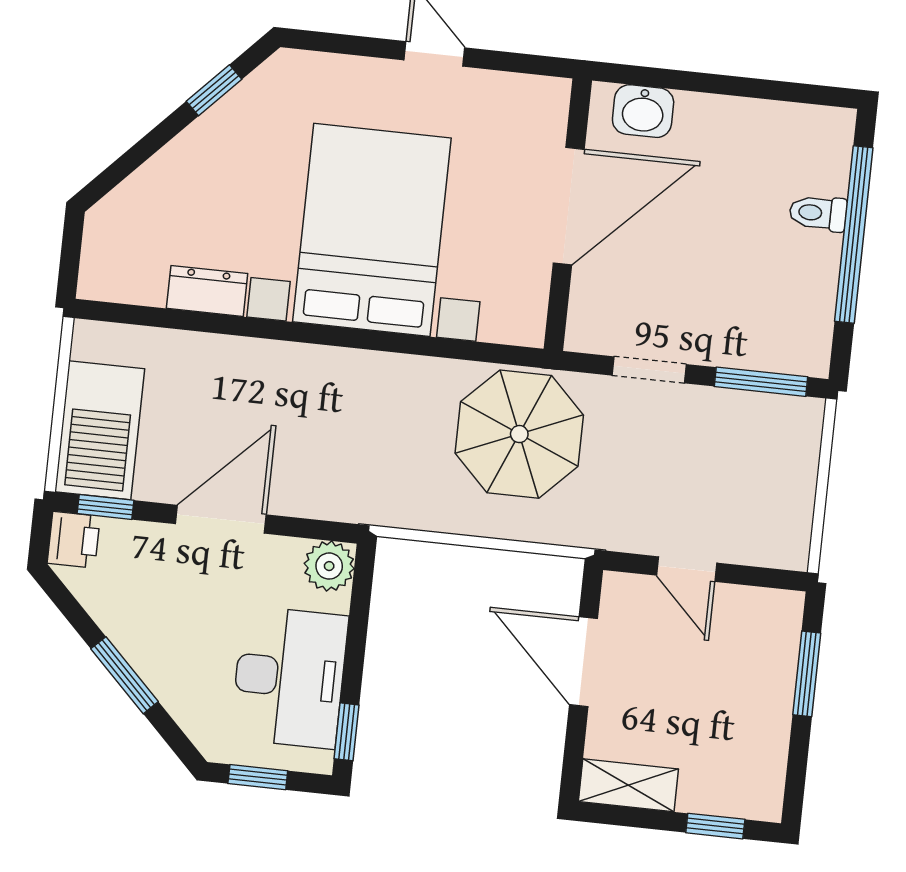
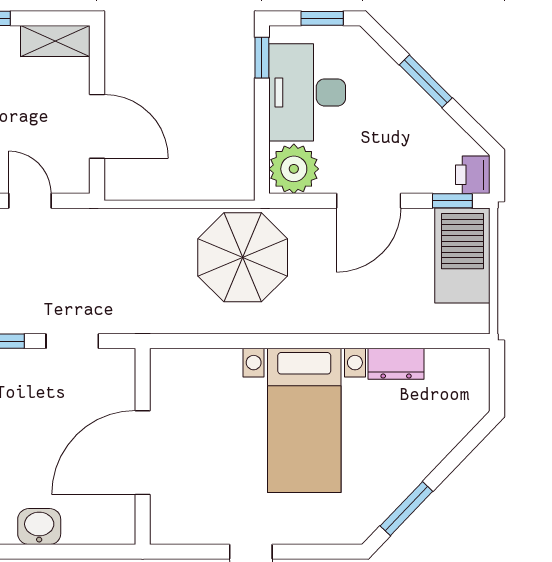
window: (214, 90) -> (406, 509), width x1.50
washbasin: (643, 111) -> (39, 527), moved
bed with nightstands: (372, 230) -> (304, 420), width x0.73
parasol: (519, 434) -> (243, 257), moved
plant: (329, 566) -> (294, 169), width x1.36, depth x1.36

